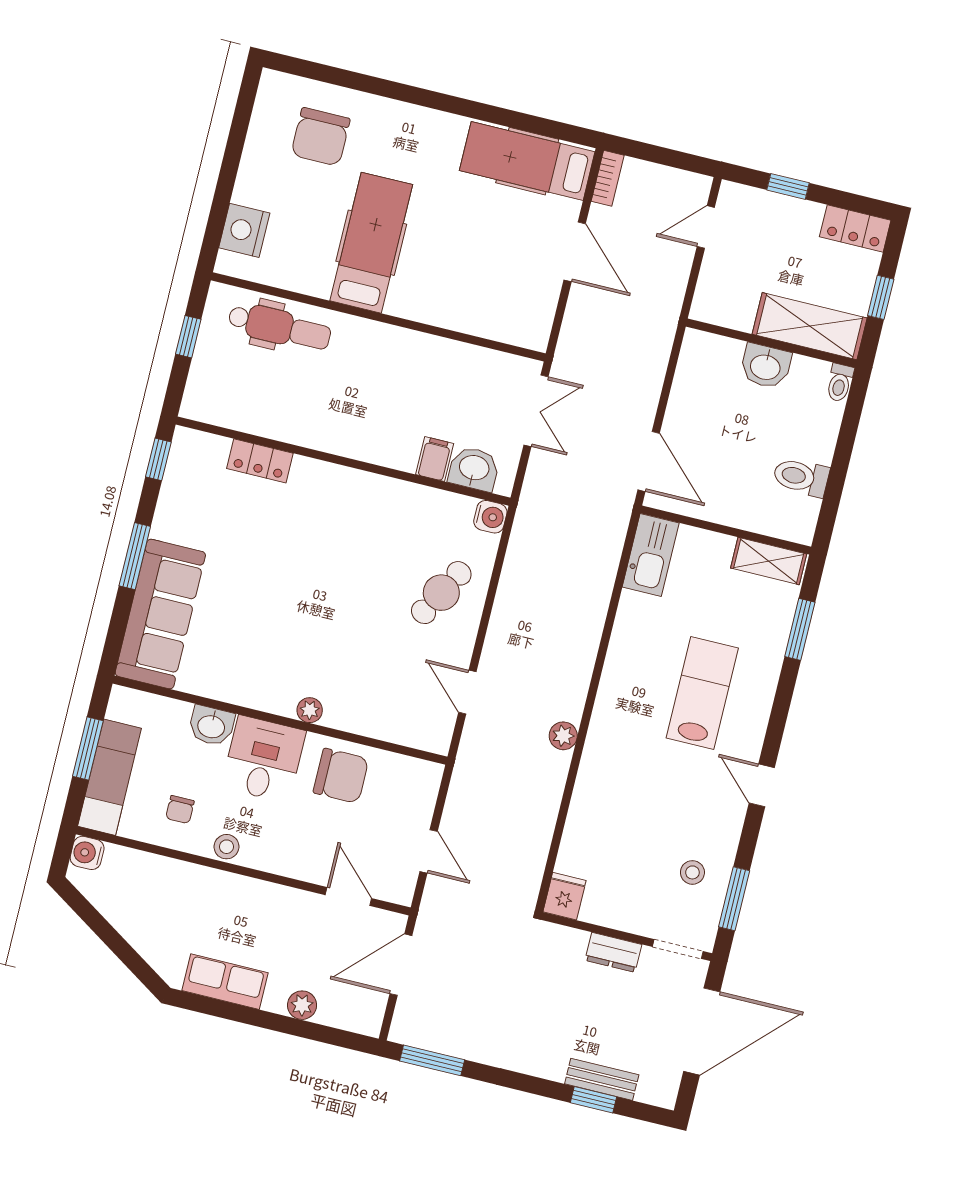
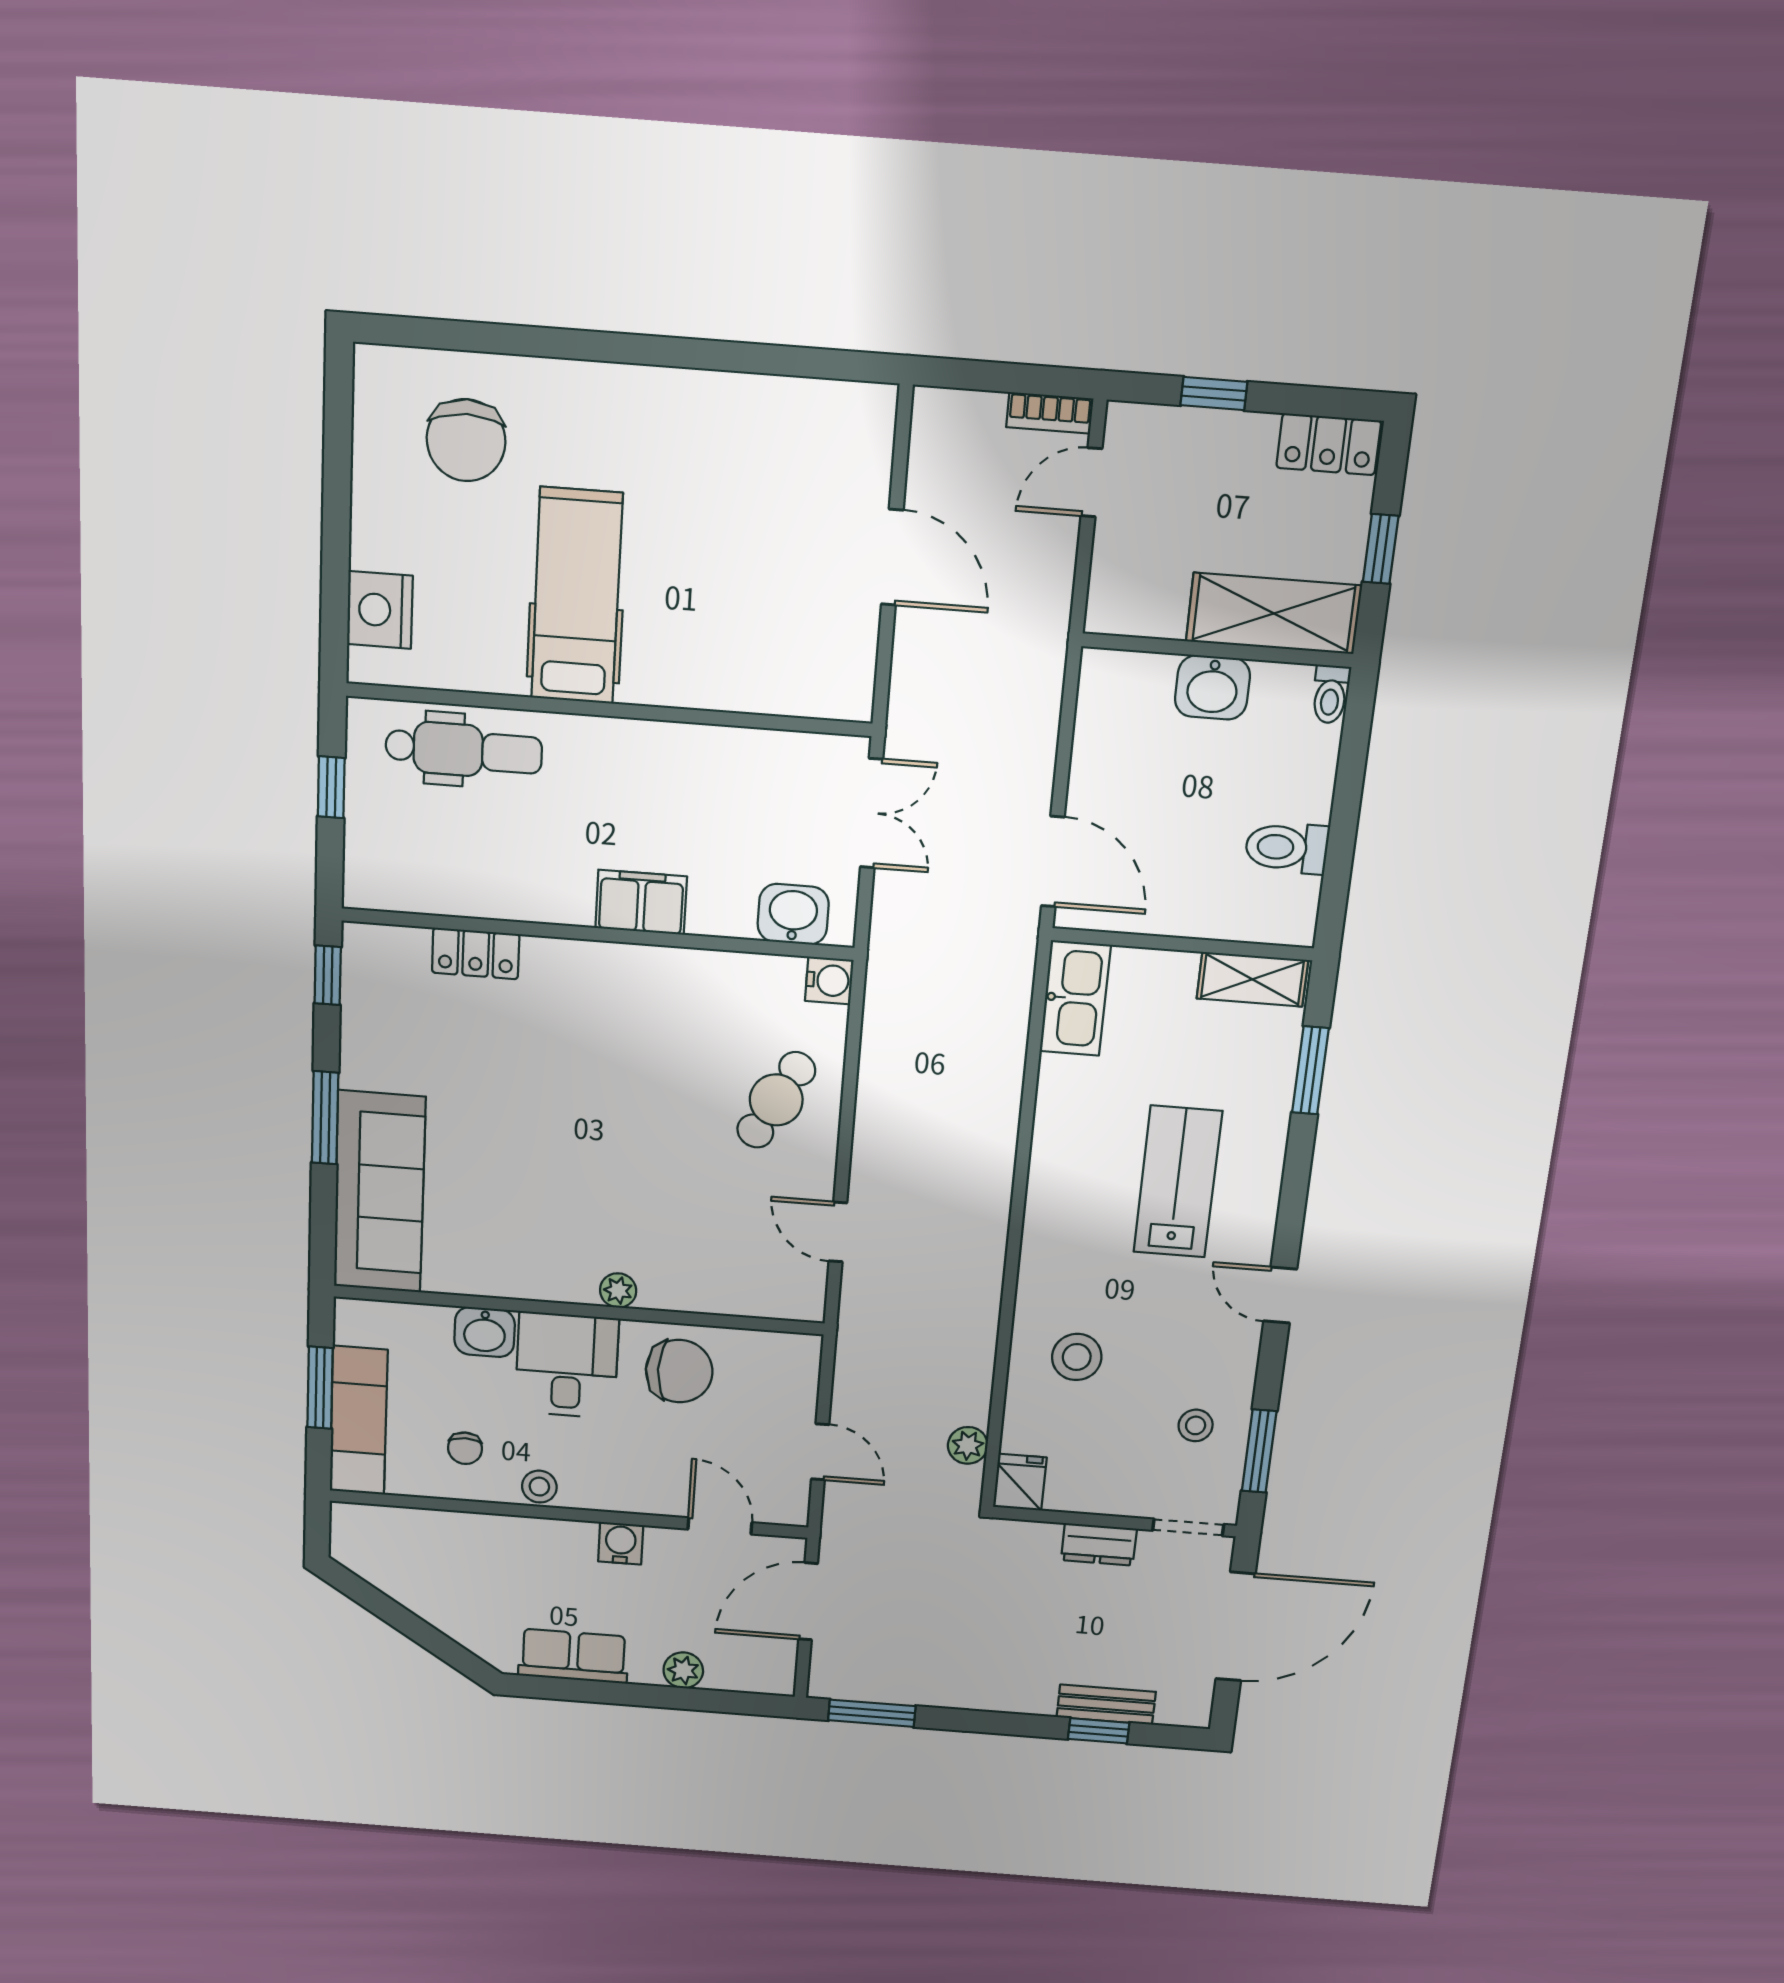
hospital bed: (527, 161) -> (795, 424), removed
bookcase: (608, 178) -> (1050, 413), moved, turned 90
filing cabinet: (435, 459) -> (641, 902), moved, width x2.00
plant: (563, 736) -> (968, 1445), moved
stool: (617, 809) -> (1077, 1357), added
water cooler: (87, 853) -> (621, 1543), moved, turned 90

